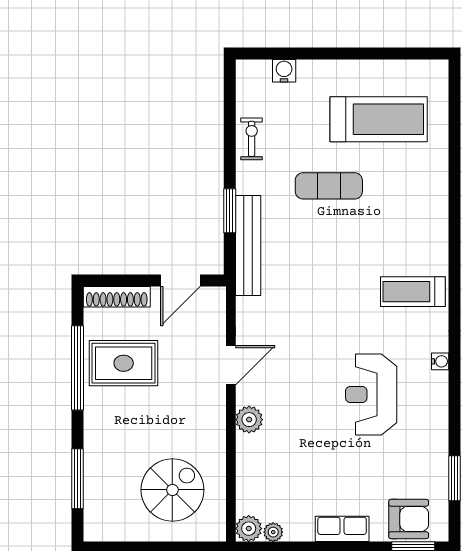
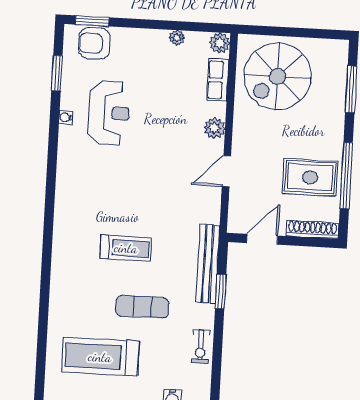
treadmill: (413, 292) -> (126, 248), moved
water cooler: (440, 361) -> (66, 117), moved
reception desk: (371, 394) -> (109, 113), moved
spiral stairs: (172, 490) -> (277, 76), width x1.37, depth x1.37
row of seats: (342, 529) -> (218, 80), moved, turned 90
plant: (273, 532) -> (177, 38), moved

